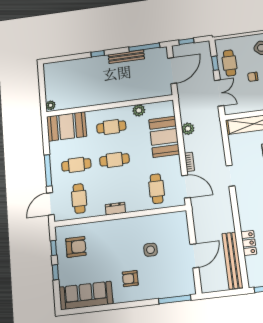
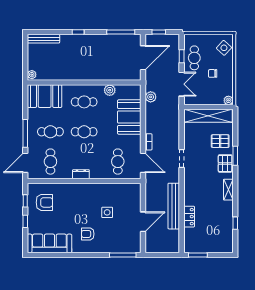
bench: (126, 57) -> (43, 39), moved
plant: (188, 129) -> (151, 97), moved
bench: (232, 260) -> (174, 206), moved

